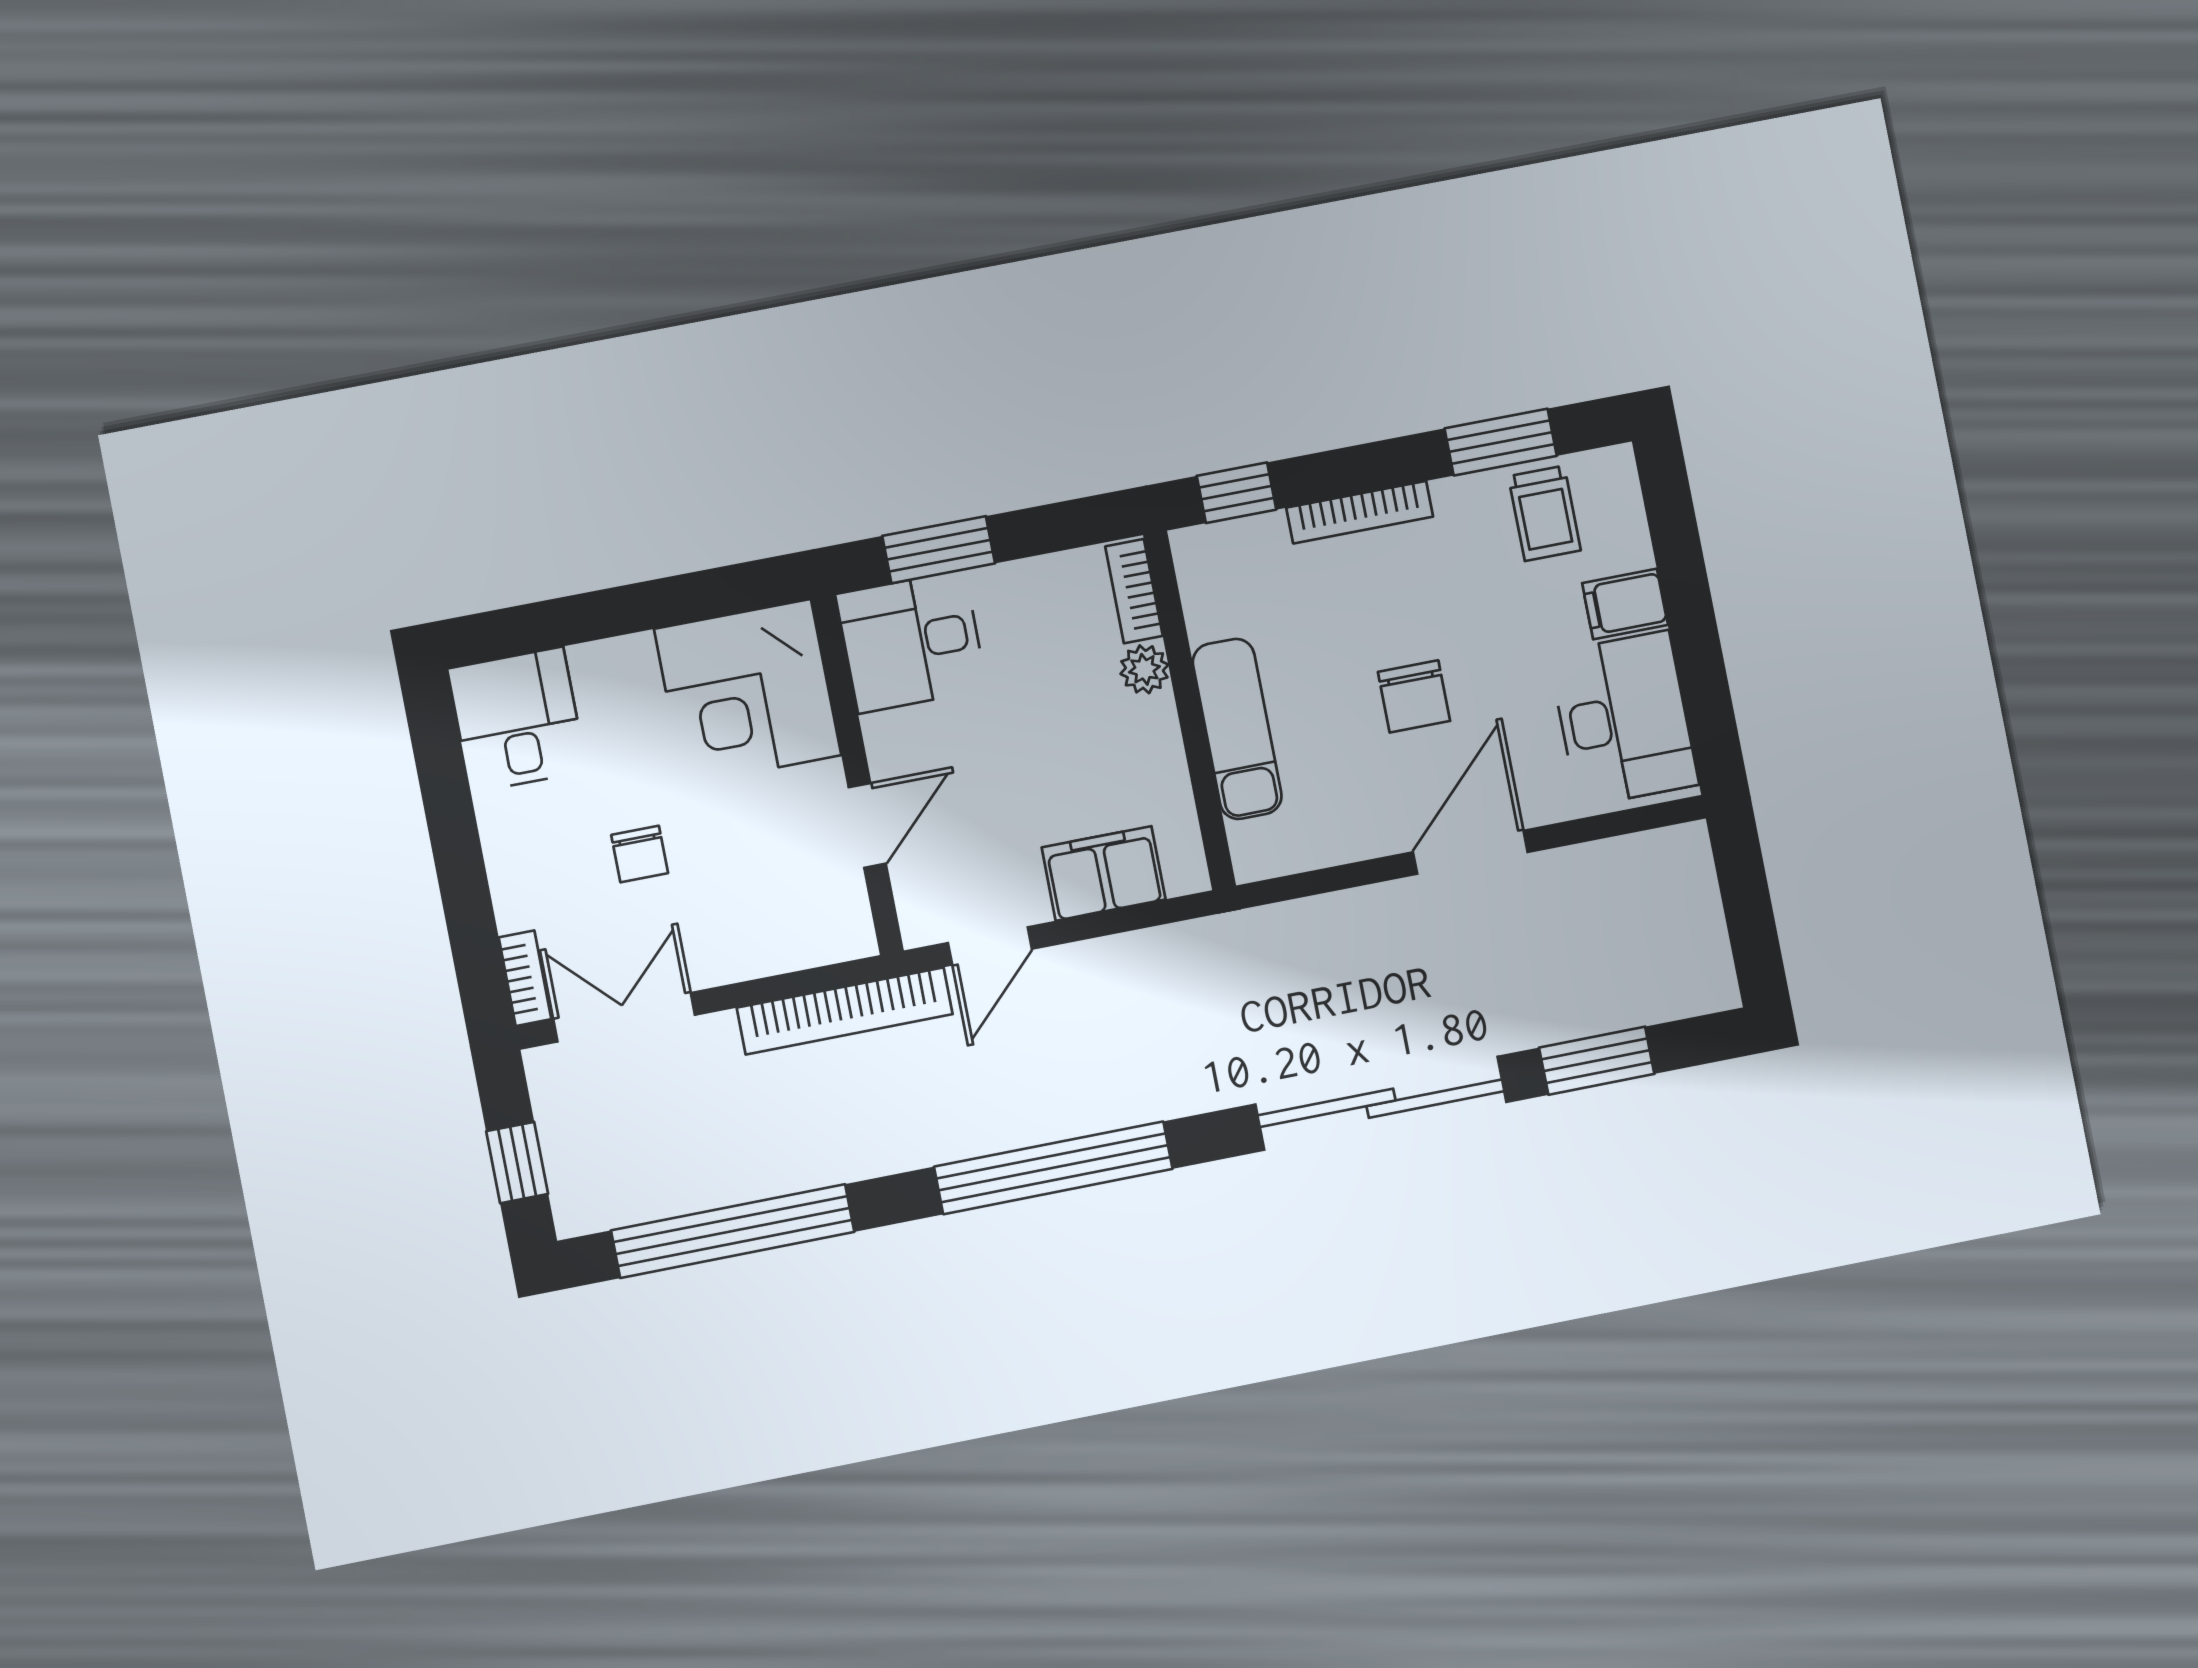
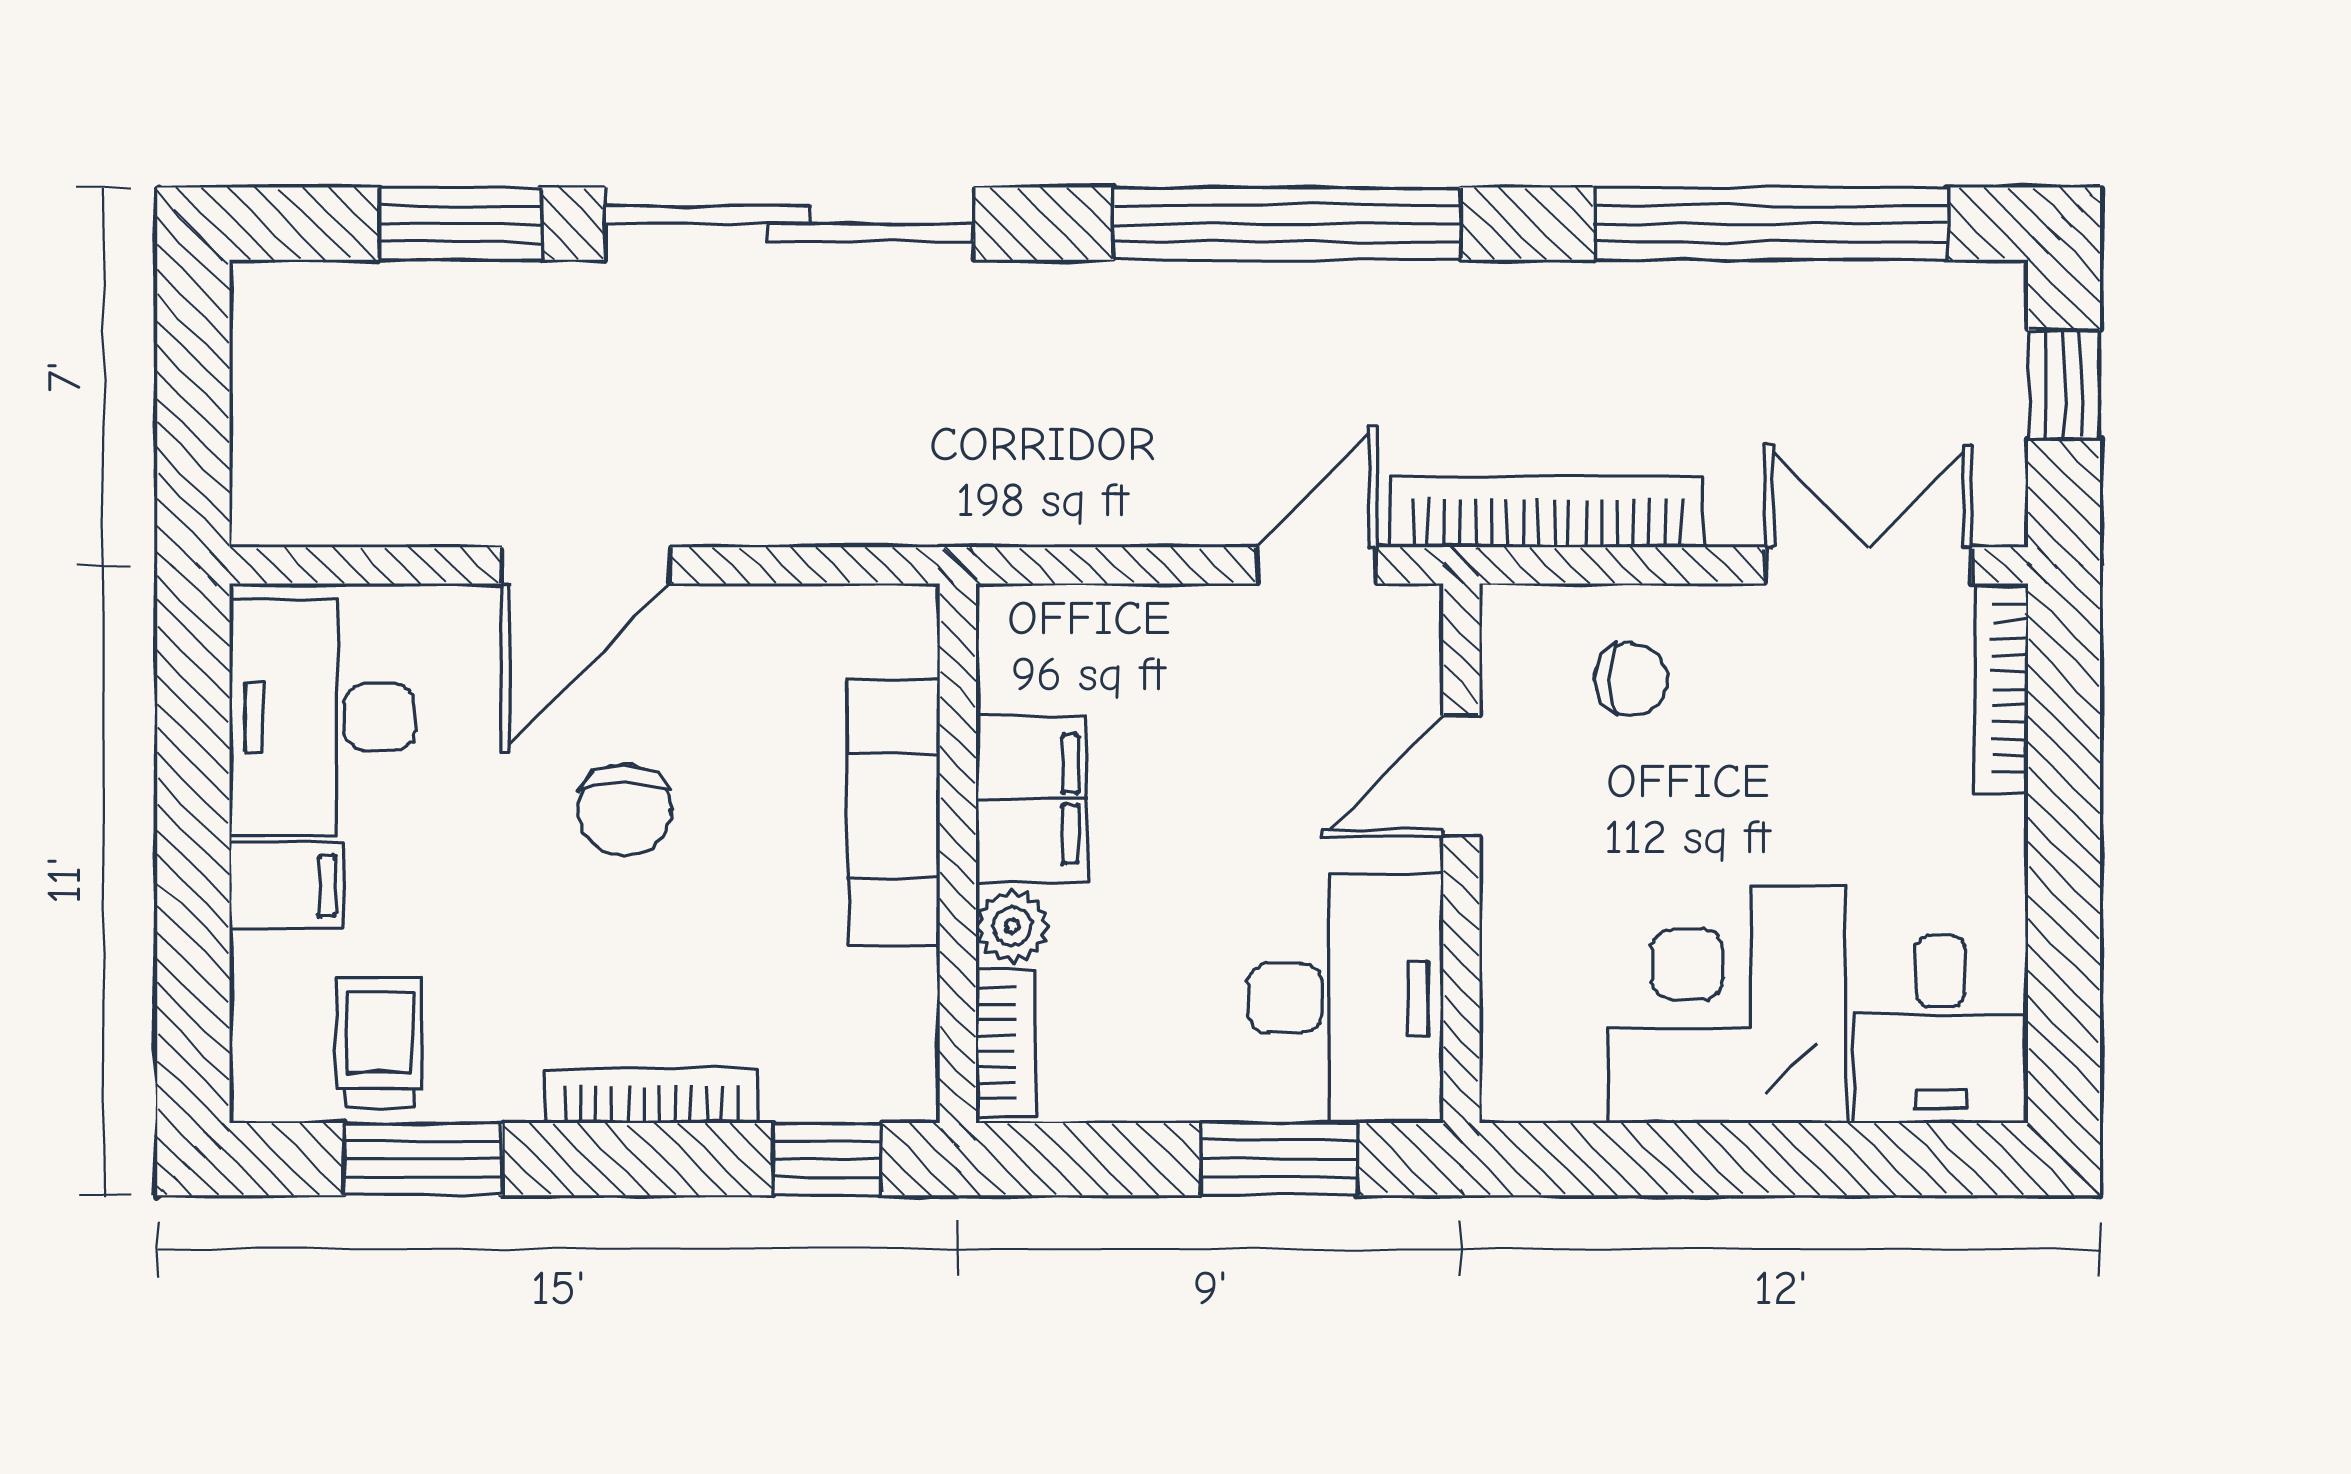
desk: (911, 642) -> (1345, 998), width x1.37
corner desk: (748, 692) -> (1728, 1005), moved, turned -90
chair: (1414, 696) -> (624, 810), turned 180
chair: (640, 854) -> (1631, 679), moved, turned 90
filing cabinet: (1104, 873) -> (1031, 799), moved, turned -90
bookcase: (525, 978) -> (2001, 688), width x1.56
double door: (624, 1017) -> (1869, 565), swing flipped

